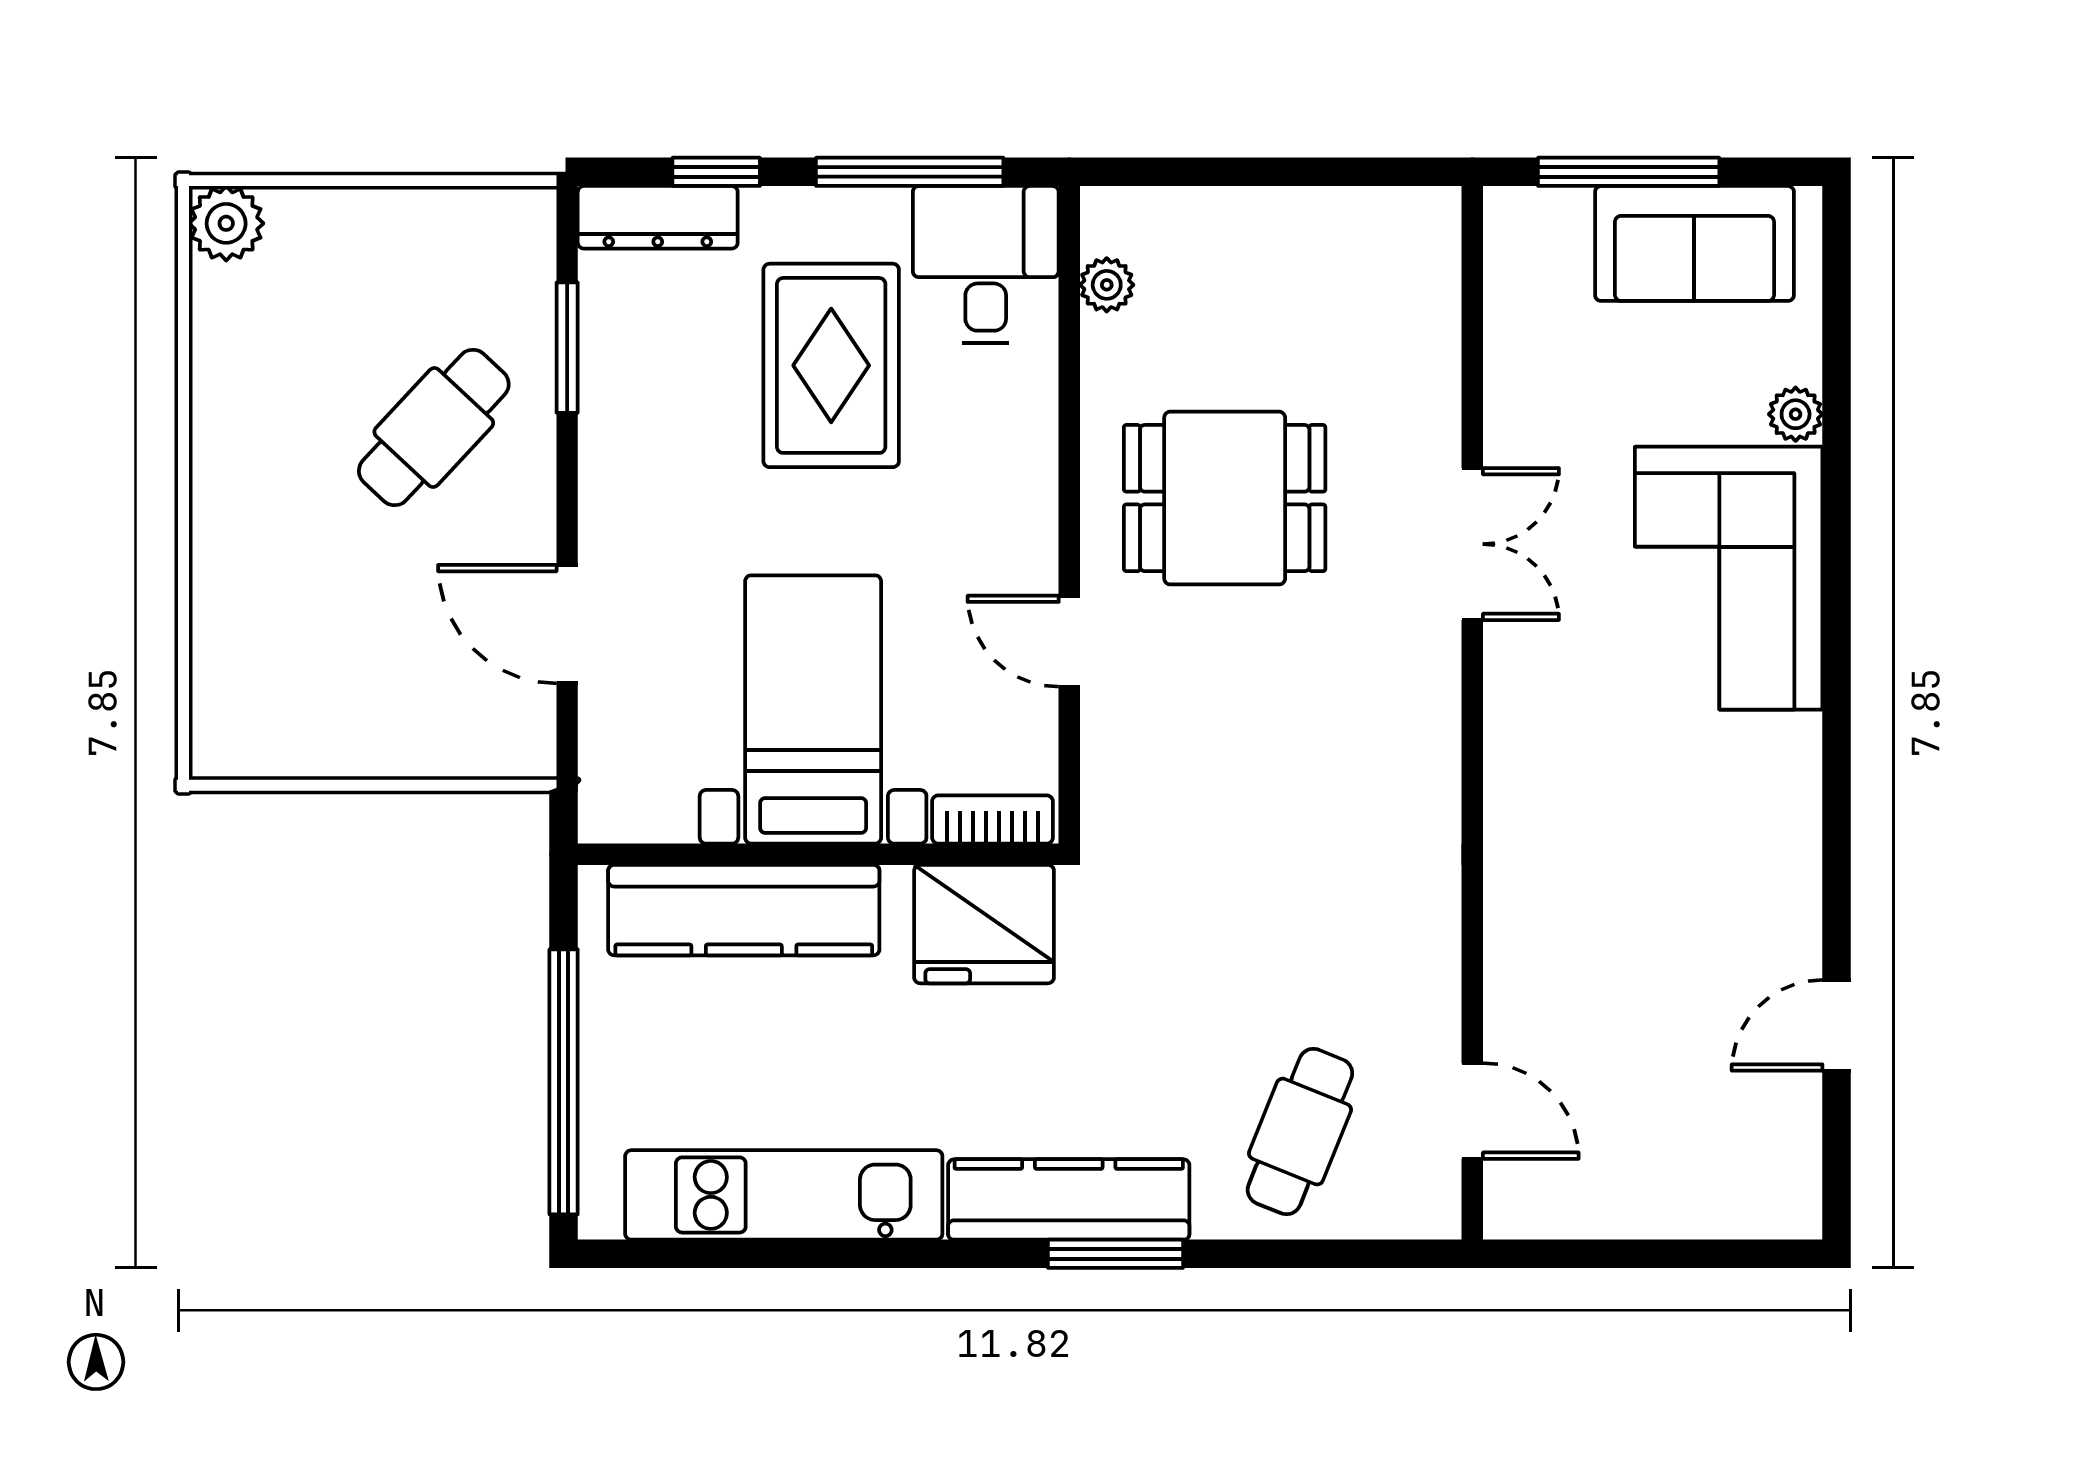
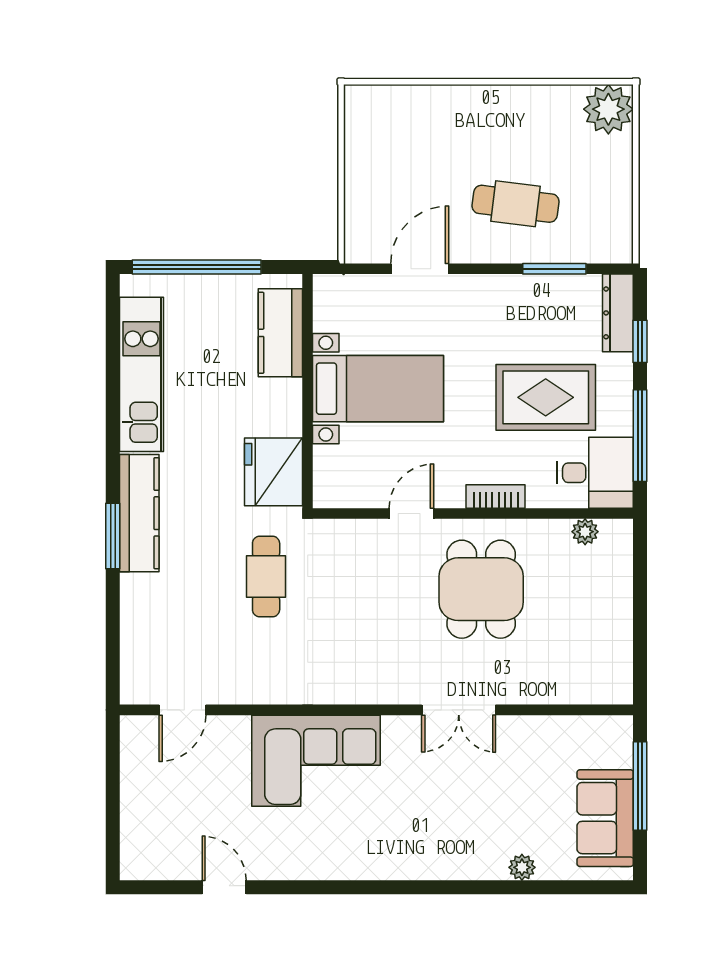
plant: (226, 223) -> (608, 109), width x1.36, depth x1.36
cafe table: (434, 428) -> (516, 204), turned -36
corner sofa: (1729, 578) -> (316, 761), moved, turned 180
bookcase: (992, 820) -> (496, 496), moved, turned -90
kitchen counter: (744, 910) -> (280, 333), width x0.67
cafe table: (1300, 1132) -> (266, 577), moved, turned 68

